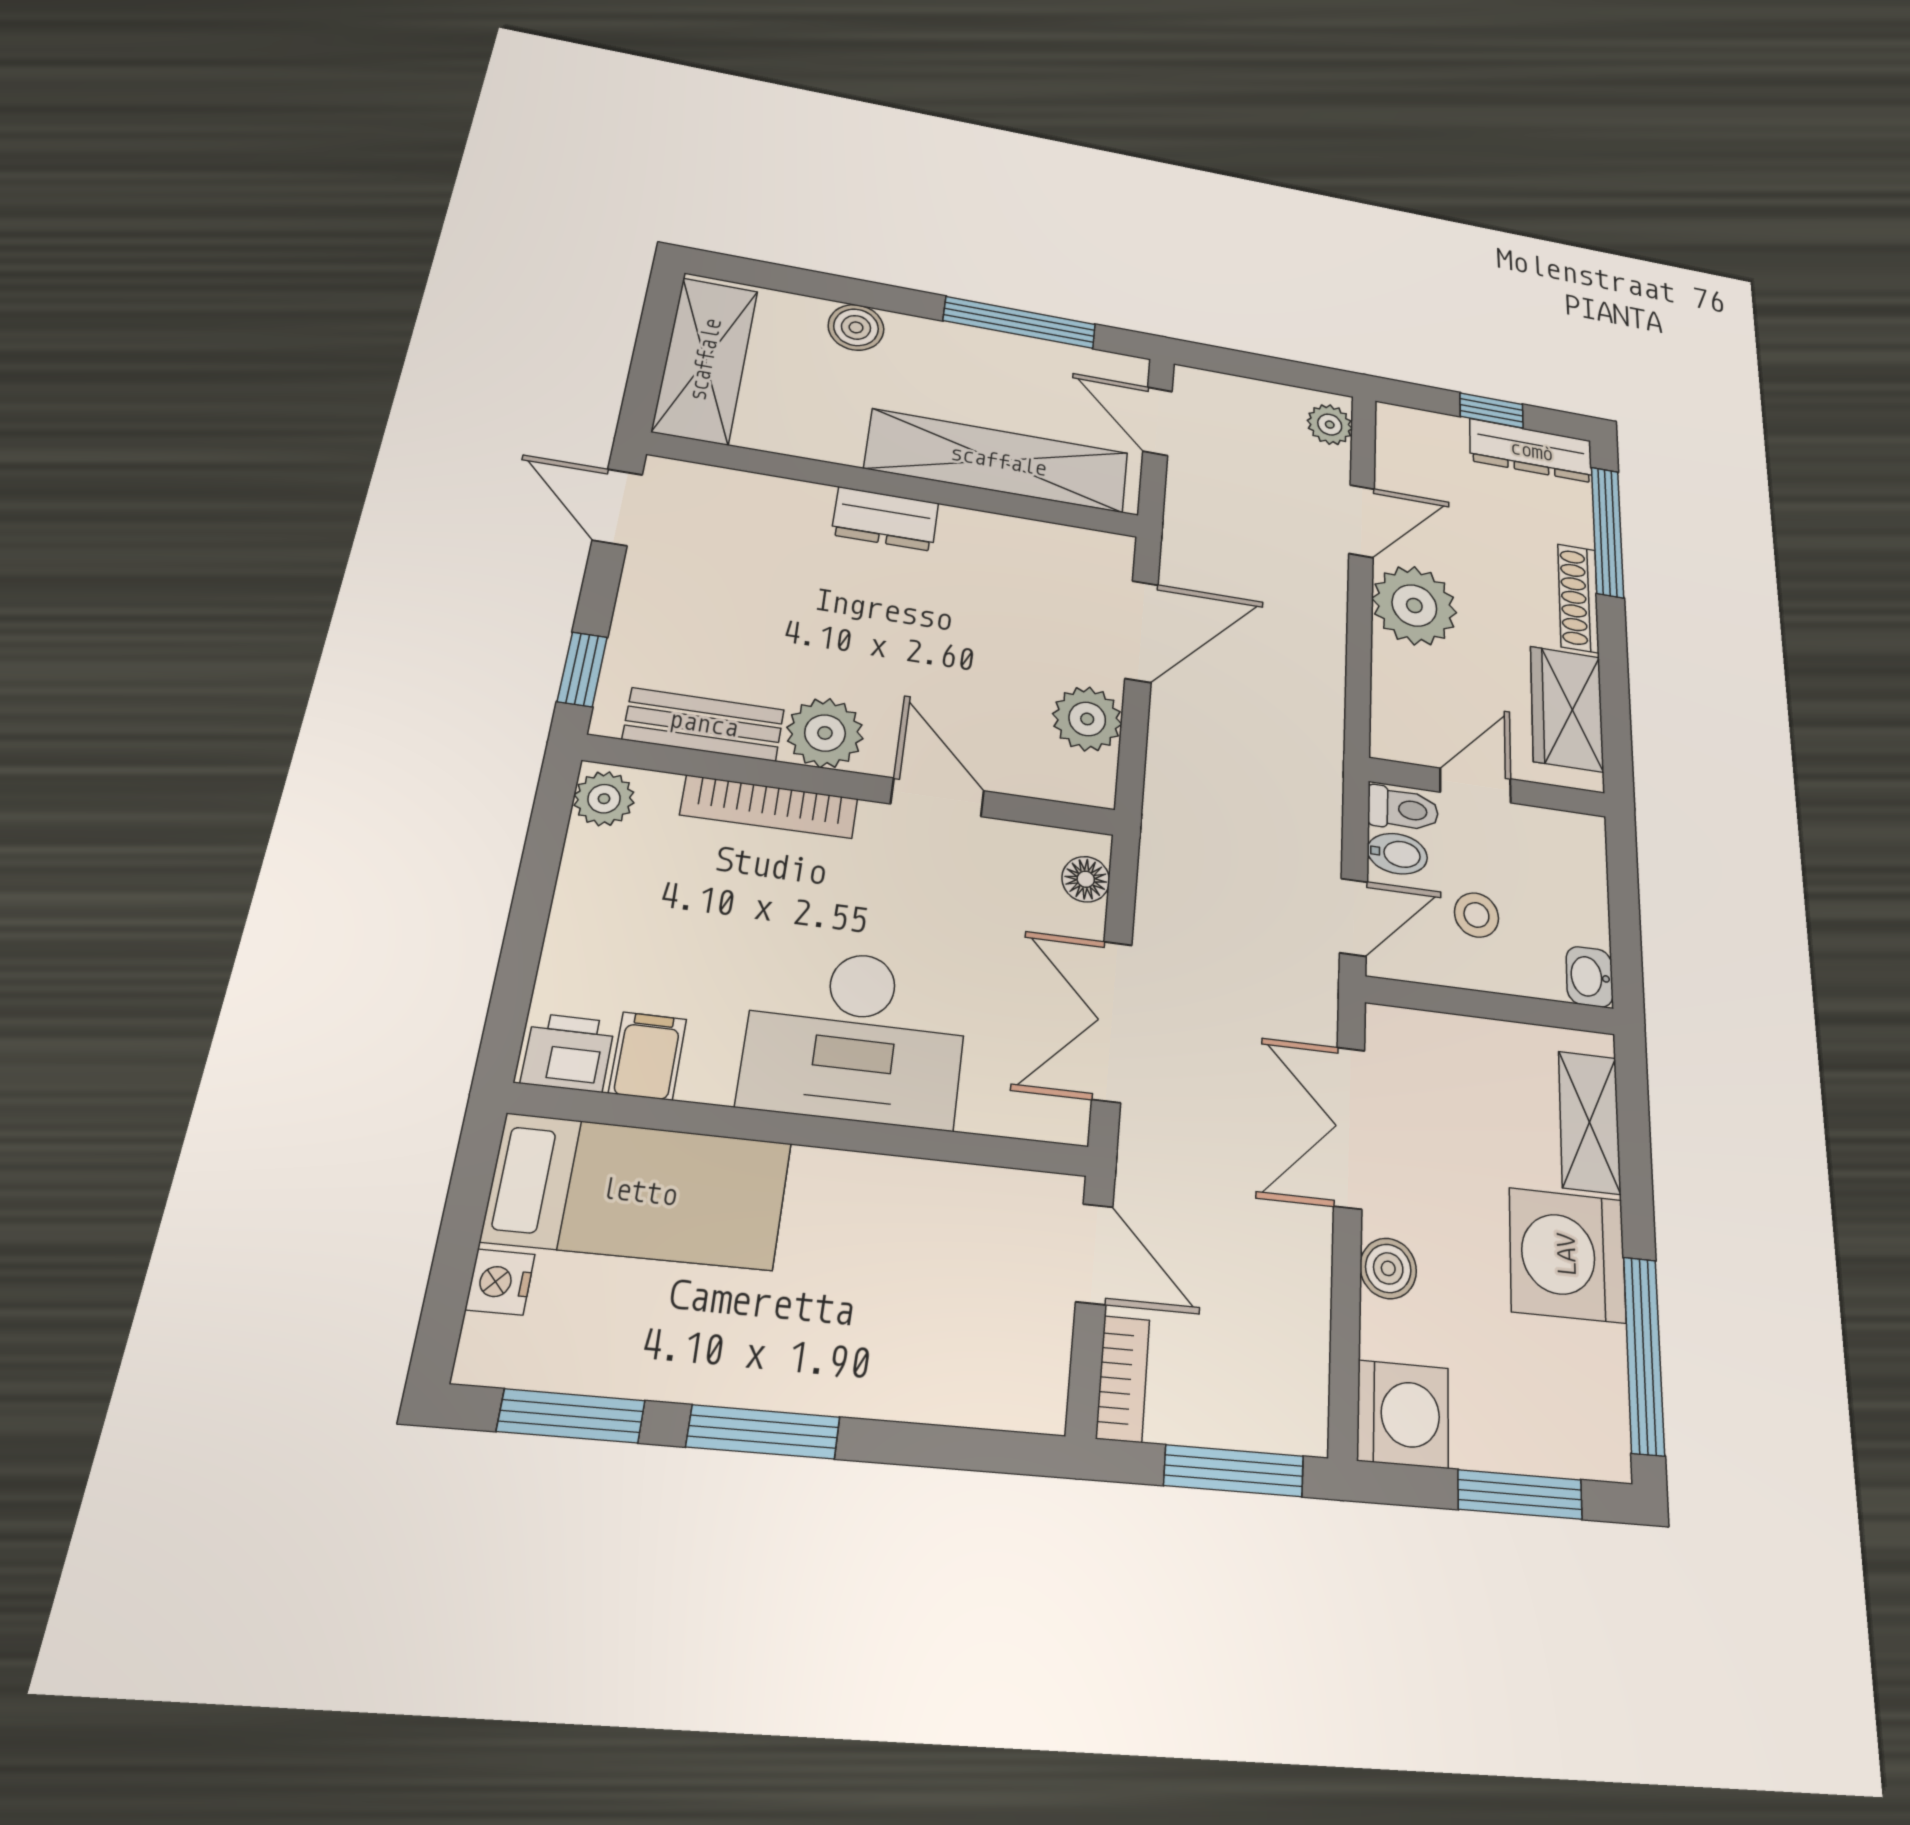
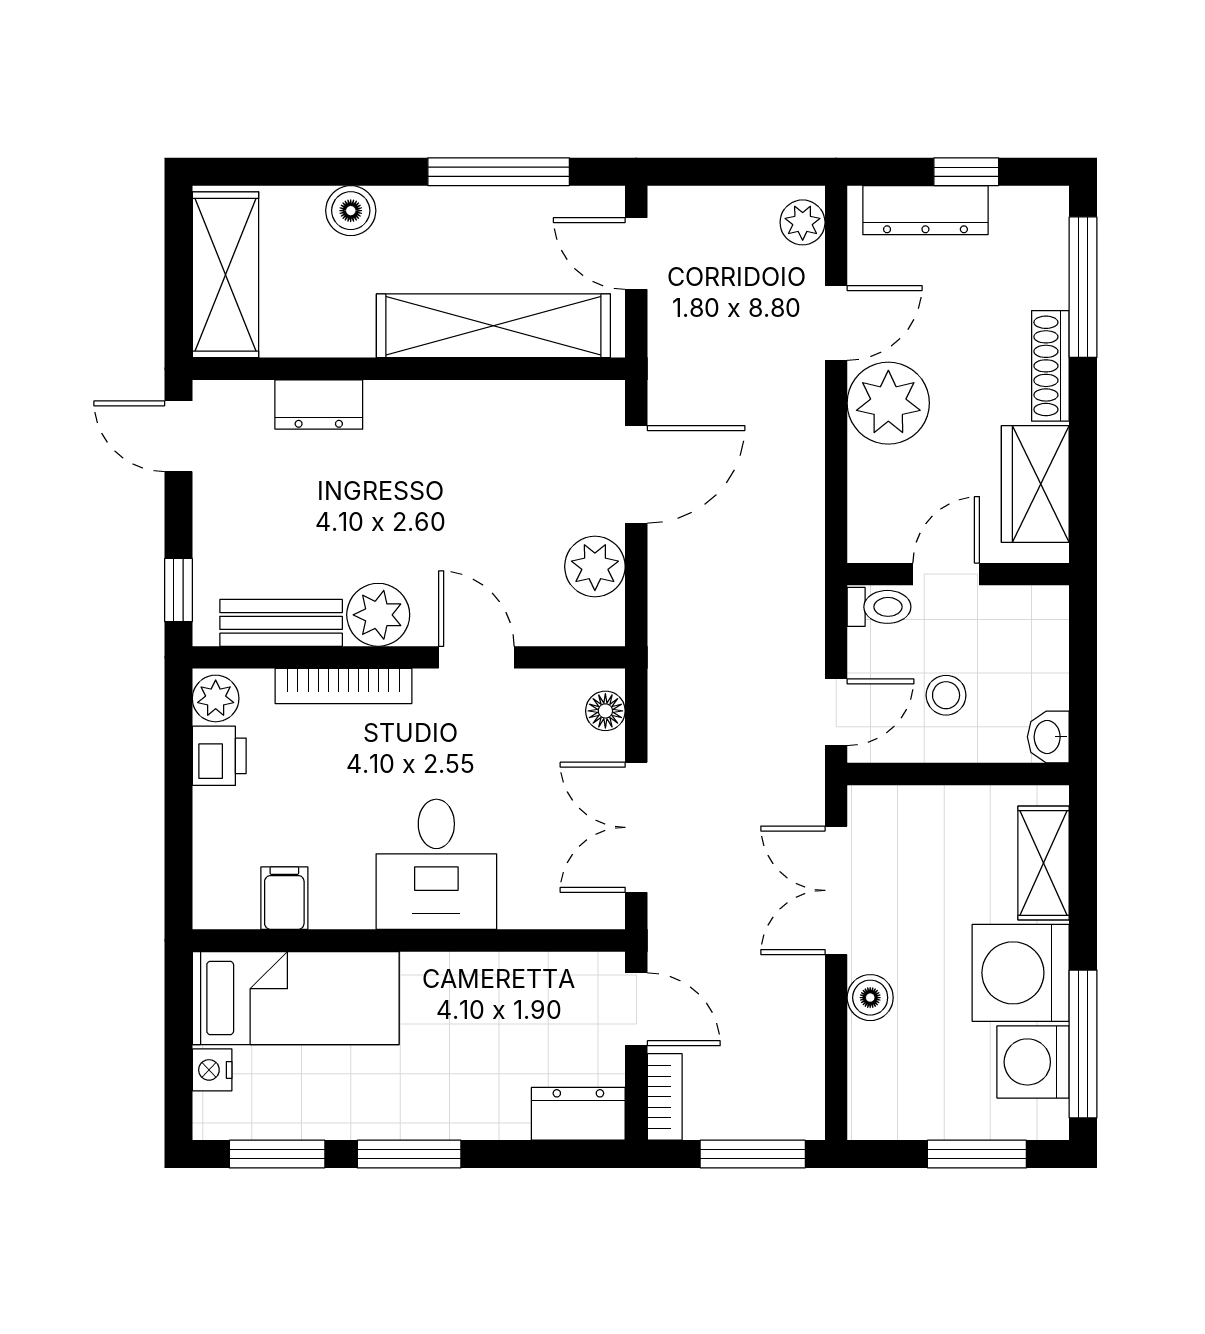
dresser: (1531, 451) -> (925, 210), moved
dresser: (885, 519) -> (319, 405), moved
bidet: (1397, 854) -> (874, 649), removed
desk: (856, 1036) -> (436, 864), width x0.73
printer: (568, 1053) -> (219, 756), moved, turned 90
dresser: (1006, 1393) -> (578, 1114), added
washing machine: (1403, 1414) -> (1033, 1062), moved, turned 180

